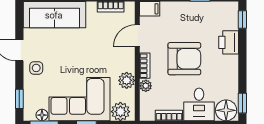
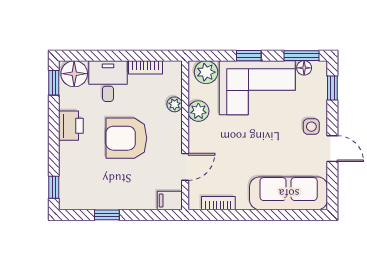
printer: (229, 42) -> (71, 126), moved
bookcase: (145, 66) -> (176, 129), removed

